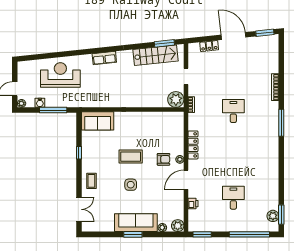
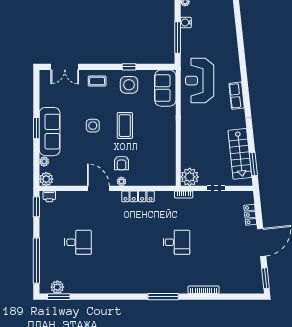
reception desk: (60, 75) -> (200, 81), moved, turned 180
side table: (95, 153) -> (129, 85), added
printer: (193, 204) -> (49, 196), moved

